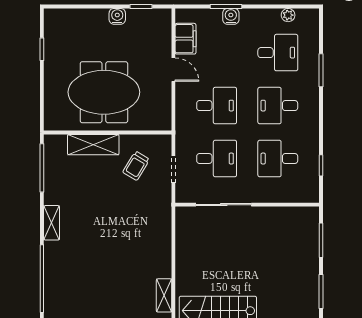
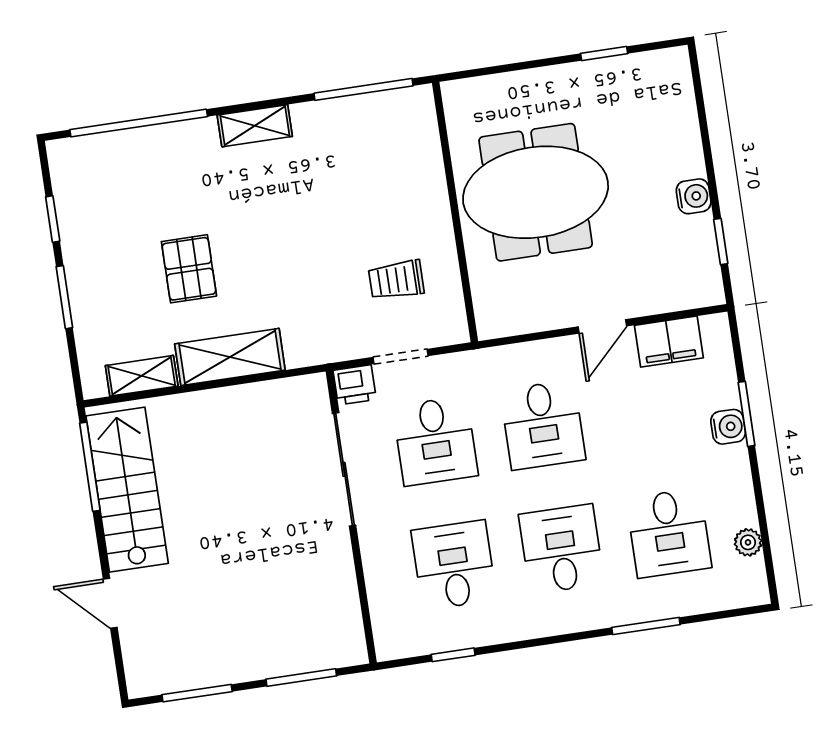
meeting table: (104, 92) -> (536, 192), turned 90
shelving: (93, 145) -> (230, 357), moved, turned 90
trolley: (136, 166) -> (396, 280), turned -31
printer: (184, 193) -> (355, 385), added
pallet: (116, 265) -> (189, 269), added

